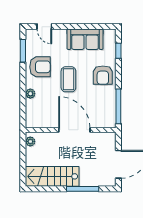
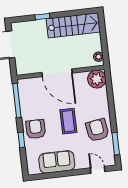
window: (118, 51) -> (21, 140), moved
armchair: (40, 67) -> (97, 130), turned 81
plant: (30, 94) -> (97, 79), moved, width x1.87, depth x1.87
window: (83, 189) -> (42, 17), width x0.46

